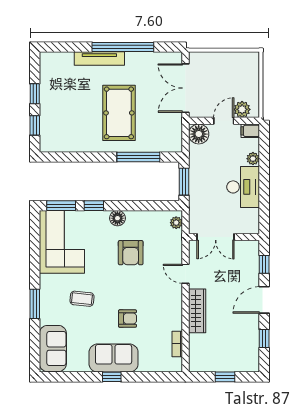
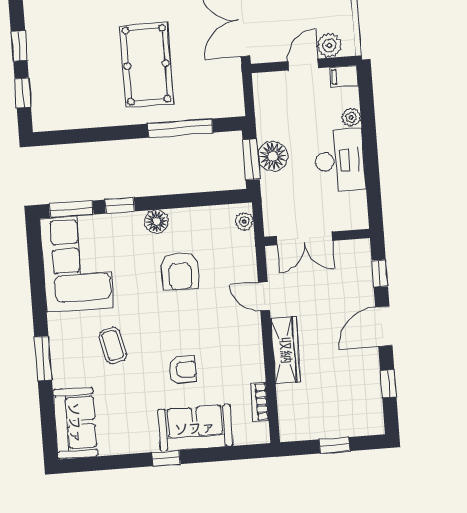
floor lamp: (199, 134) -> (273, 156), moved
coffee table: (82, 299) -> (113, 345), turned 72
sofa: (114, 358) -> (195, 428), moved

